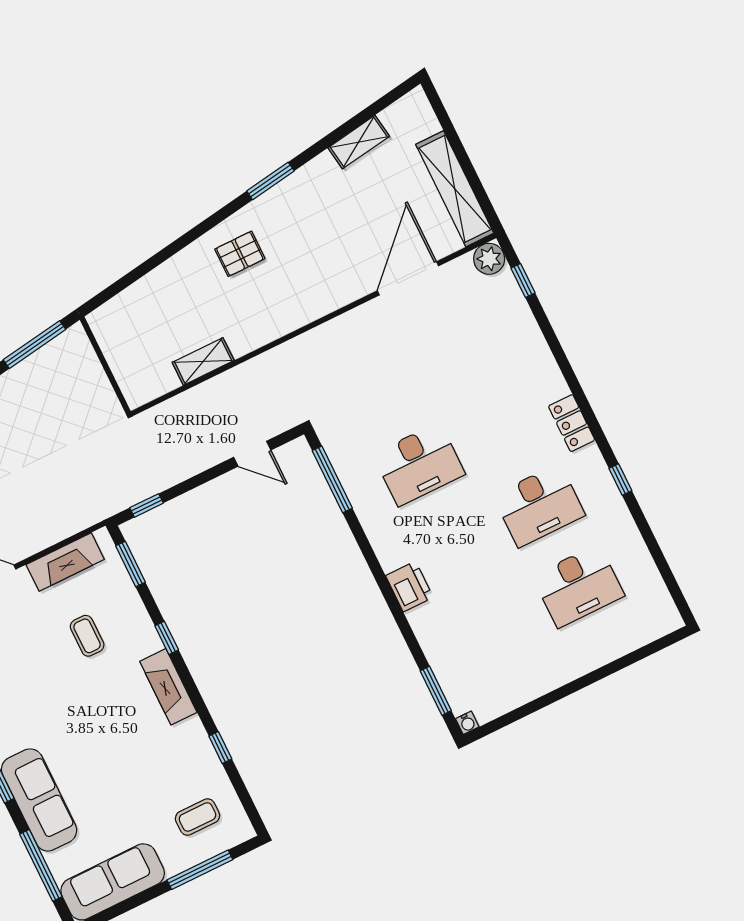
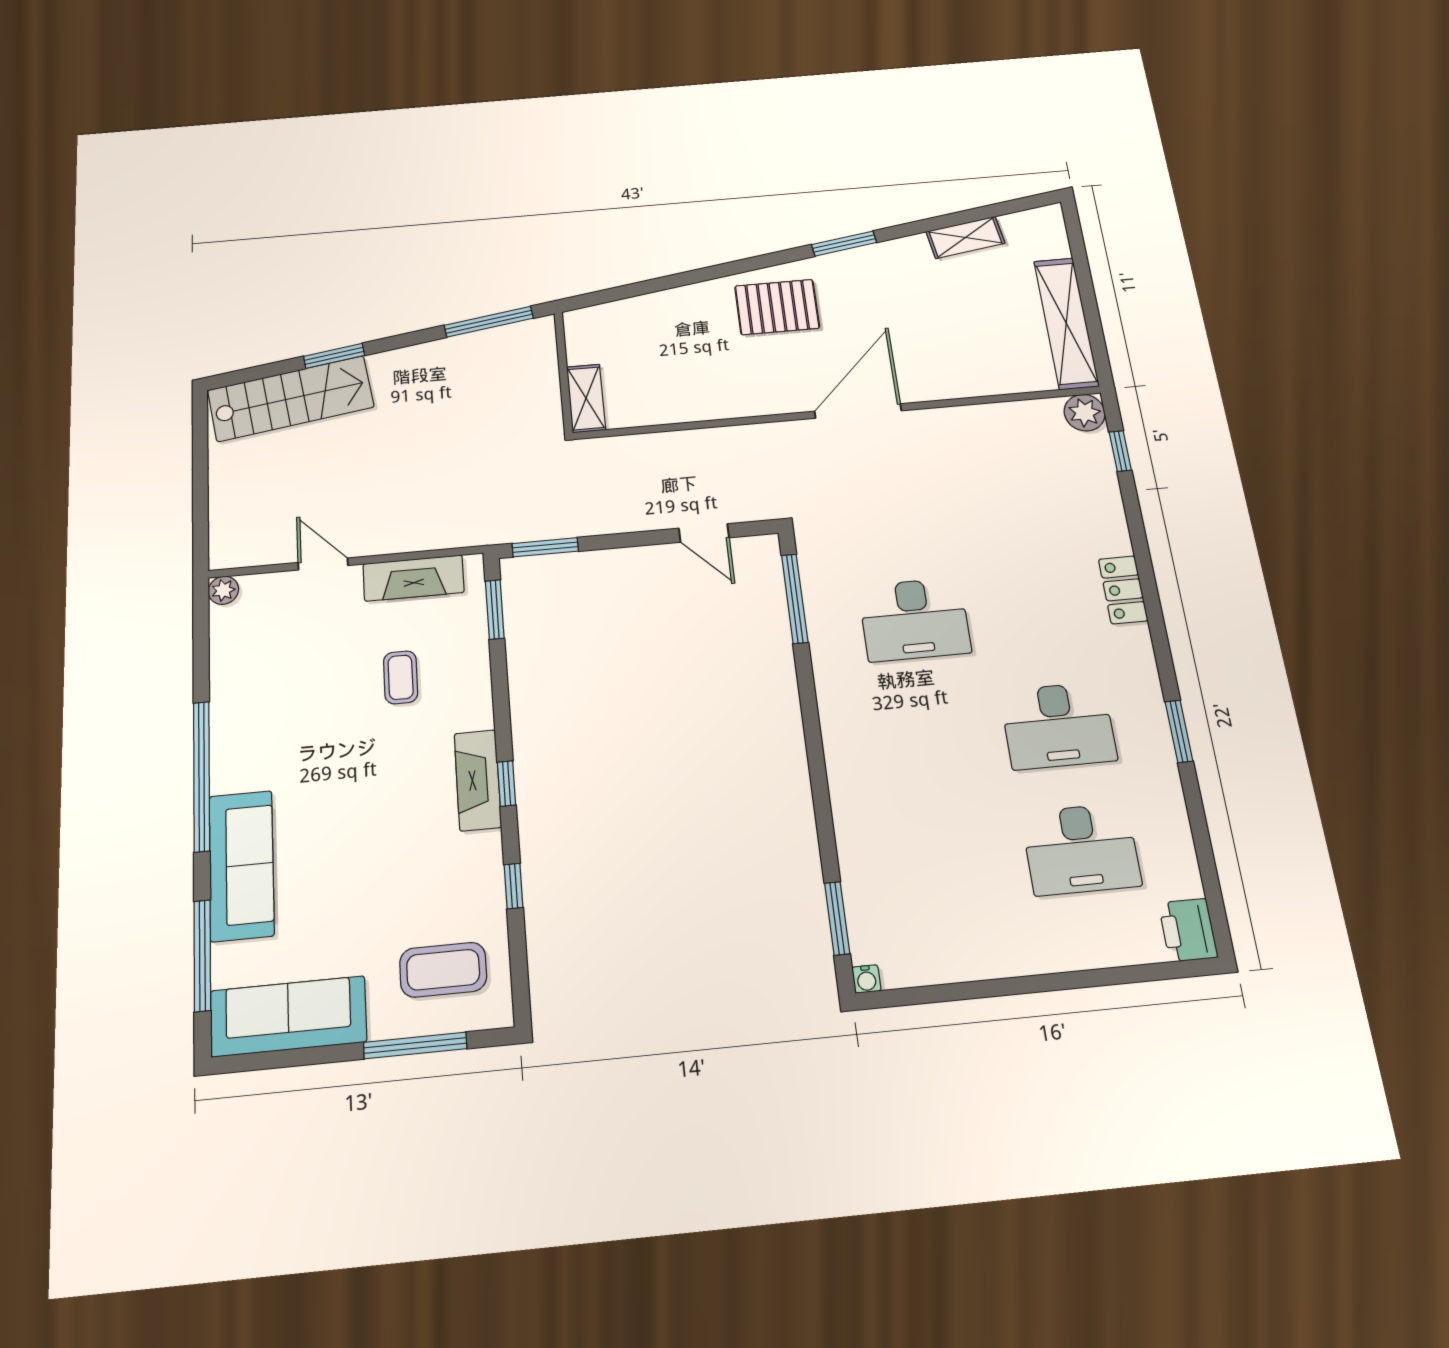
pallet: (240, 254) -> (777, 307), width x1.50, depth x1.42
door: (408, 278) -> (858, 411), moved
shelving: (203, 361) -> (586, 398), moved, turned 90
locker: (572, 423) -> (1123, 590), moved
window: (620, 479) -> (1179, 731), width x1.50
window: (147, 505) -> (545, 547), width x1.50
printer: (409, 587) -> (1188, 930), moved, turned 180
window: (167, 638) -> (507, 784), moved
coffee table: (197, 817) -> (443, 970), width x1.36, depth x1.30

